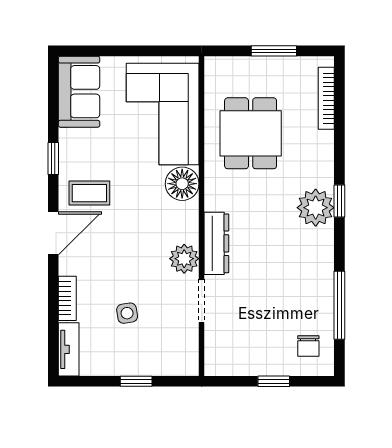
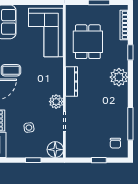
floor lamp: (182, 184) -> (55, 150), moved
window: (339, 201) -> (130, 52), moved
dresser: (216, 243) -> (72, 82), moved

